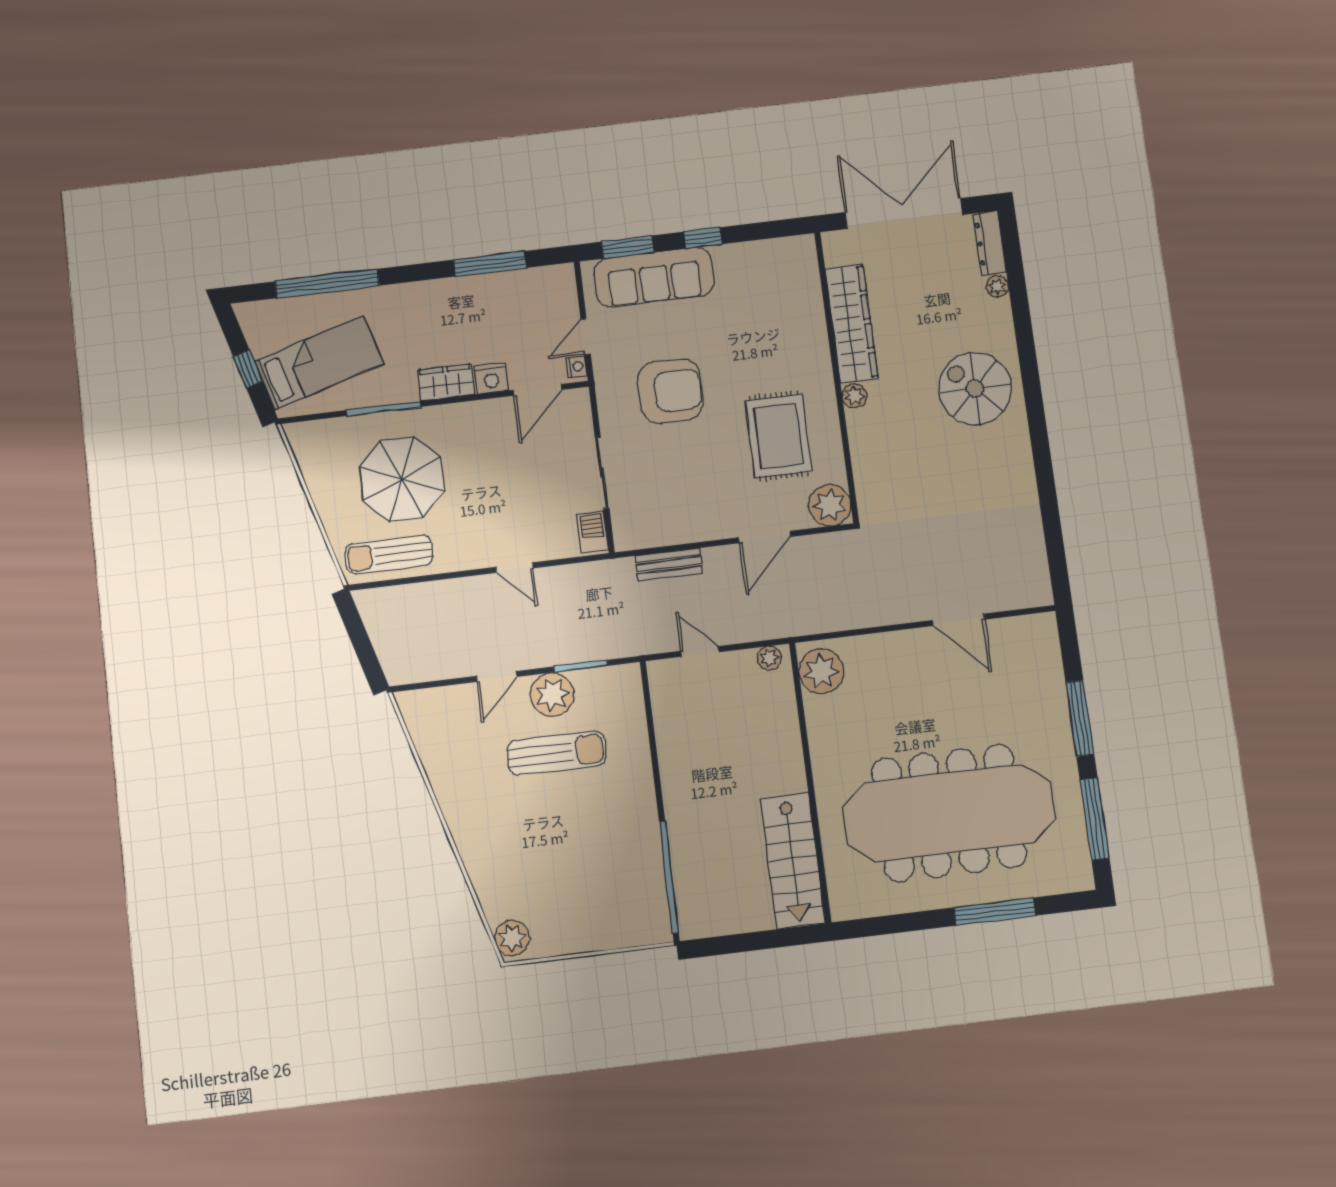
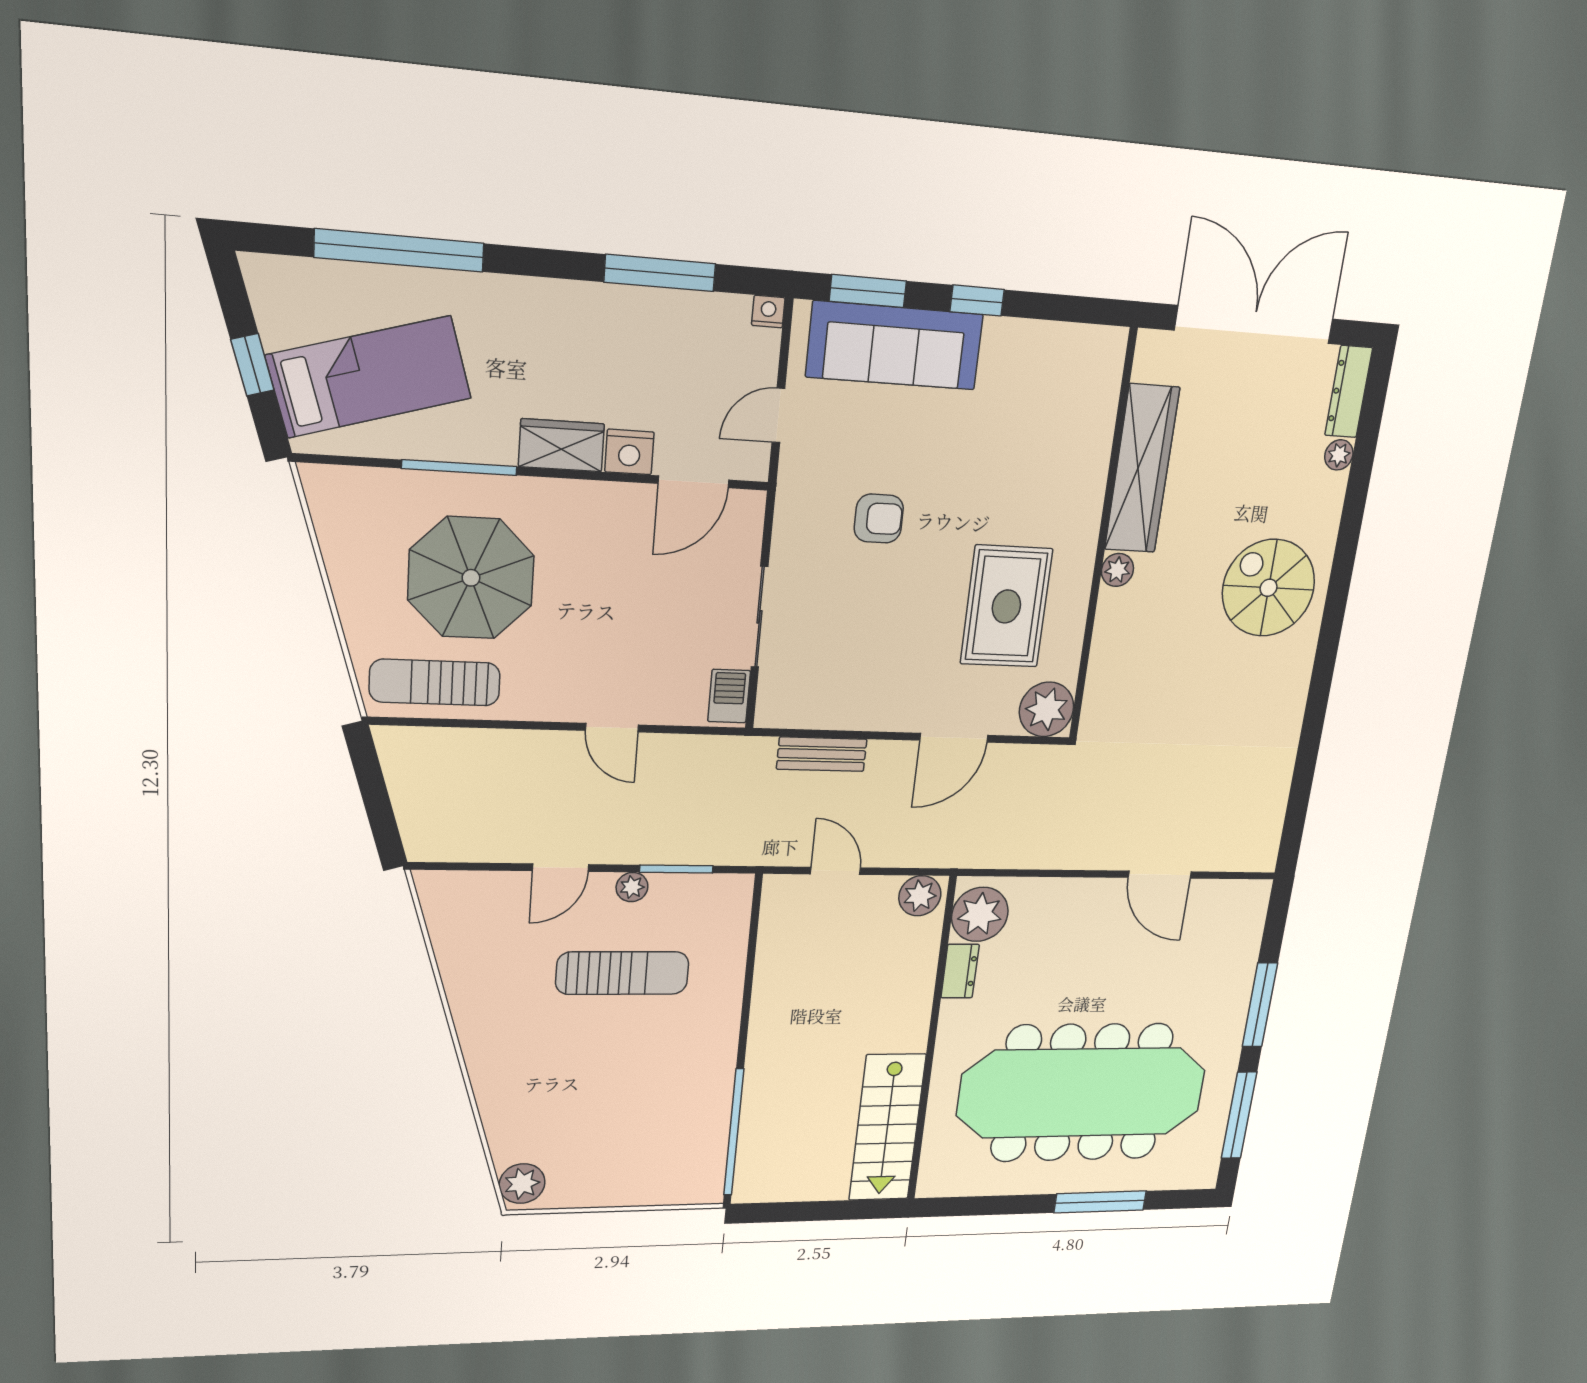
nightstand: (576, 367) -> (768, 312), moved, turned -90
armchair: (670, 391) -> (879, 518), width x0.53, depth x0.53
plant: (769, 658) -> (920, 896), width x1.38, depth x1.38
plant: (552, 694) -> (632, 887), width x0.53, depth x0.53
dresser: (818, 720) -> (960, 971), added

